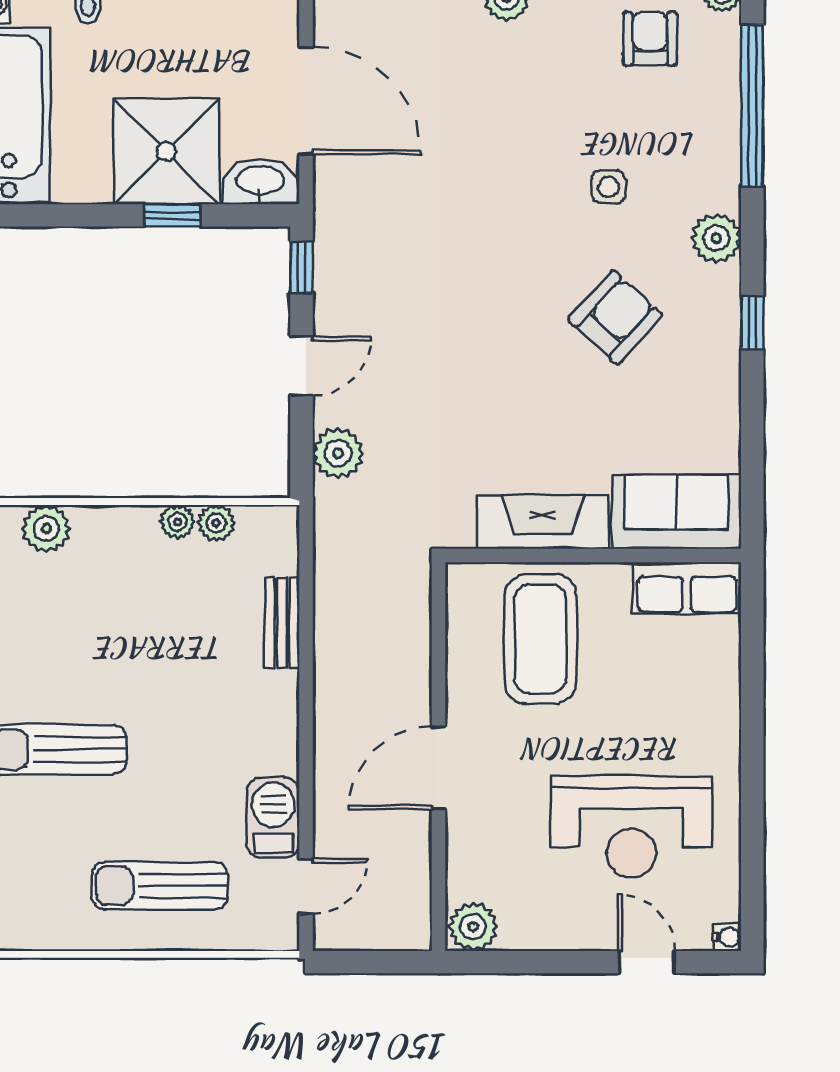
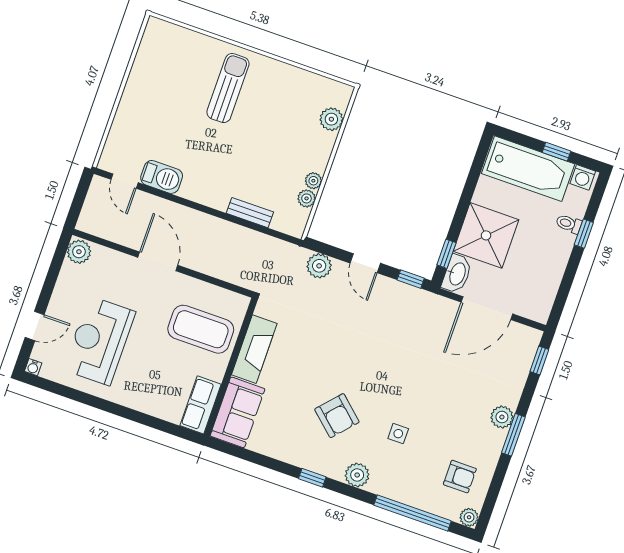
window: (172, 215) -> (446, 254), moved
sun lounger: (160, 886) -> (148, 114), removed

